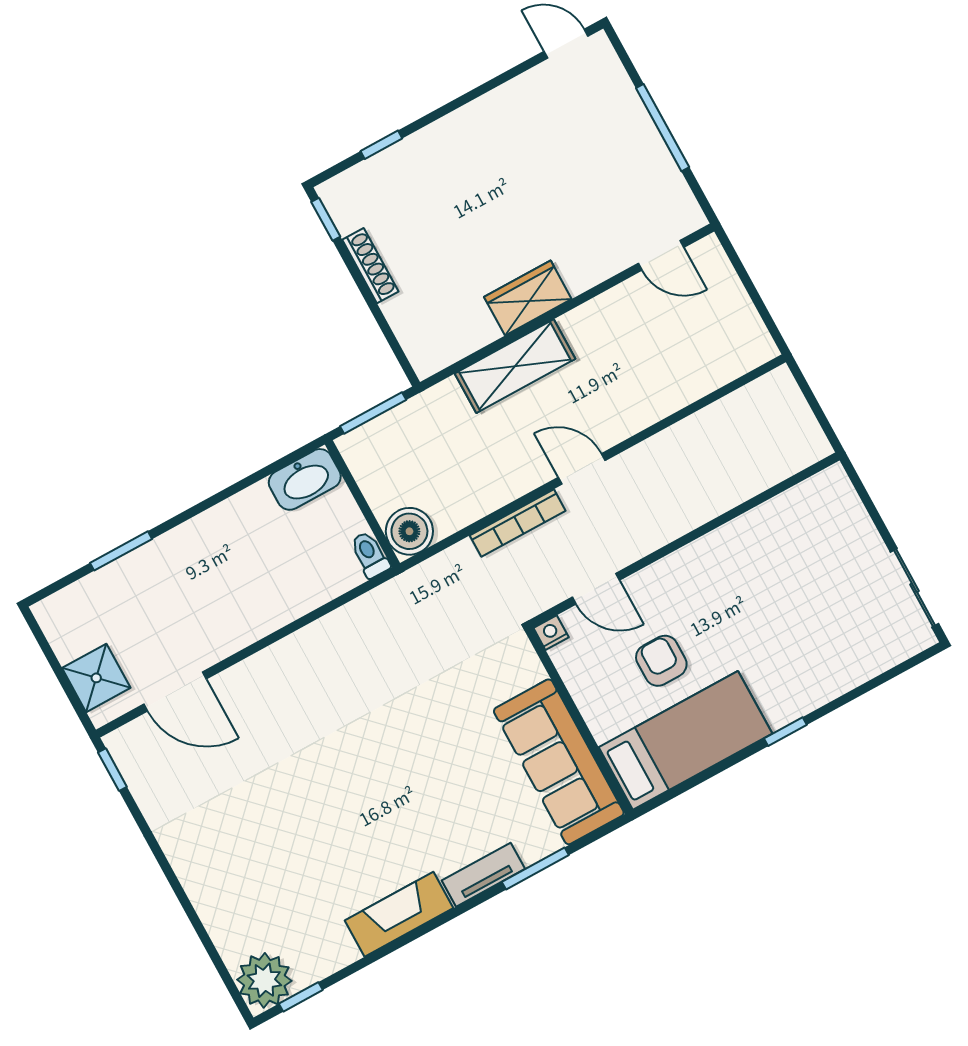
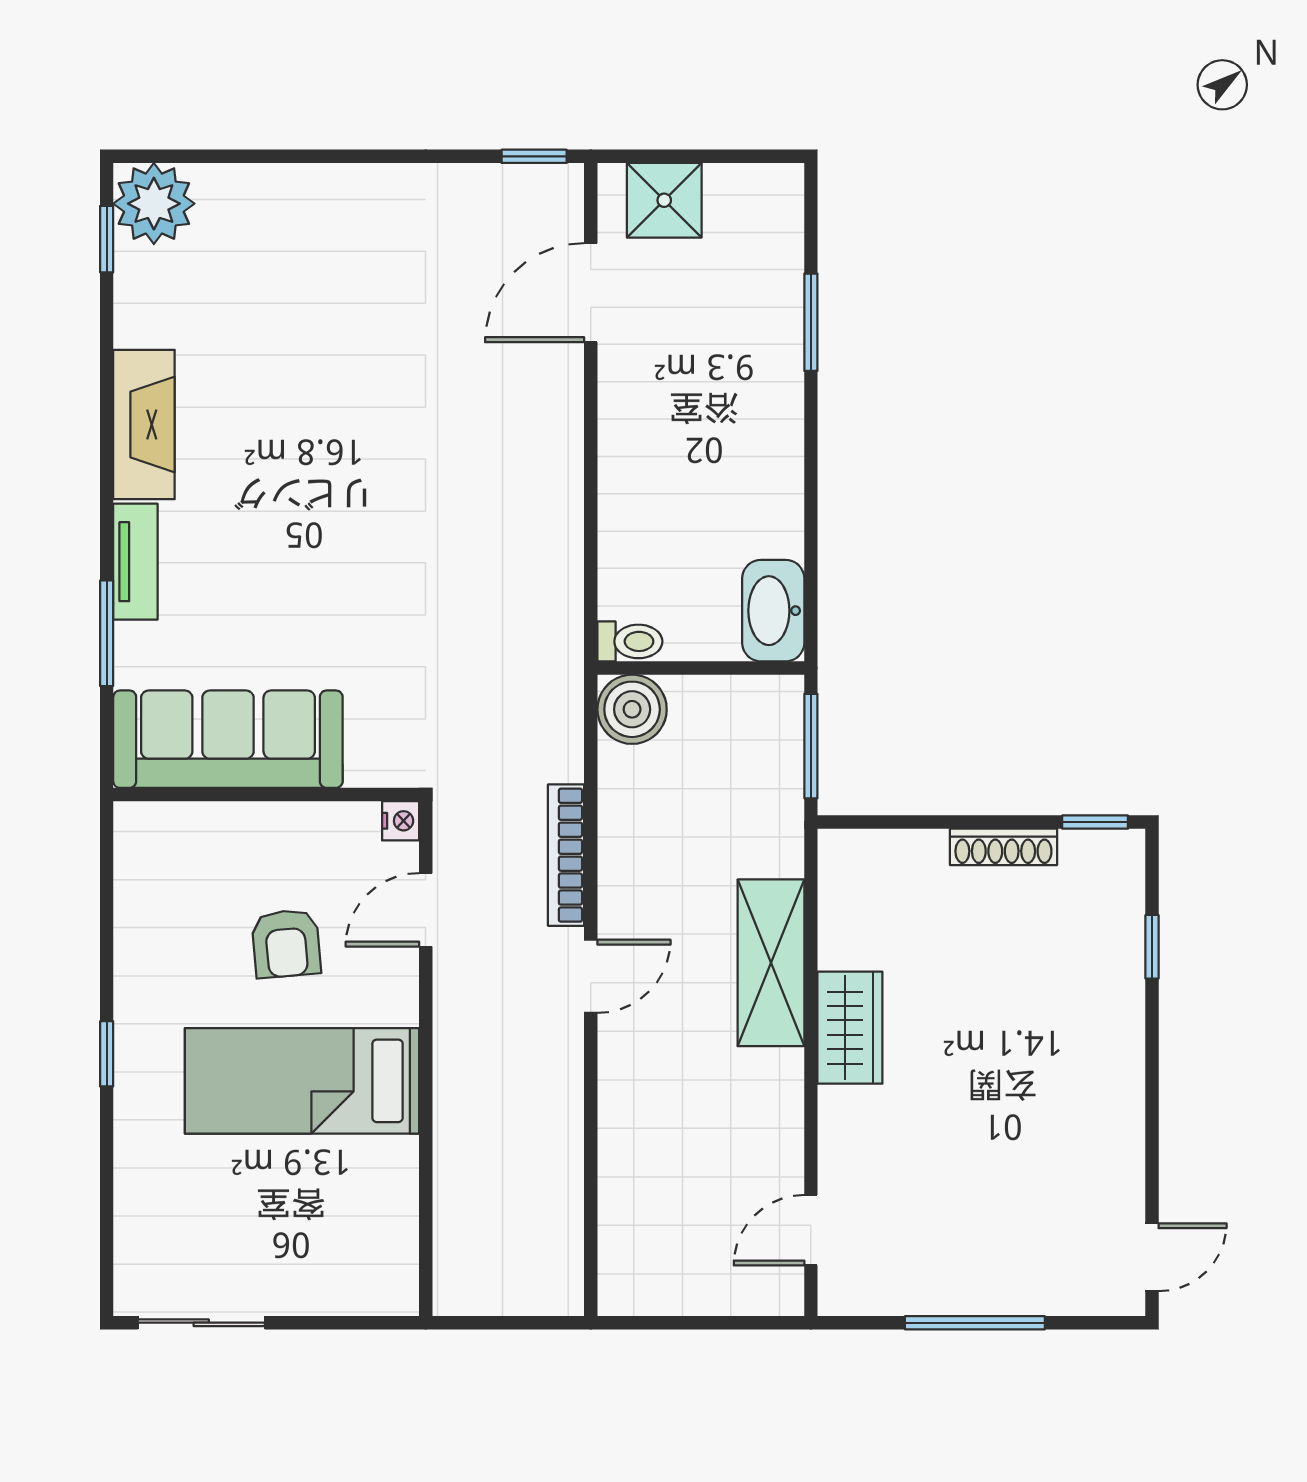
armchair: (661, 661) -> (286, 944), turned 85
bed: (685, 740) -> (302, 1081), moved, turned 90

